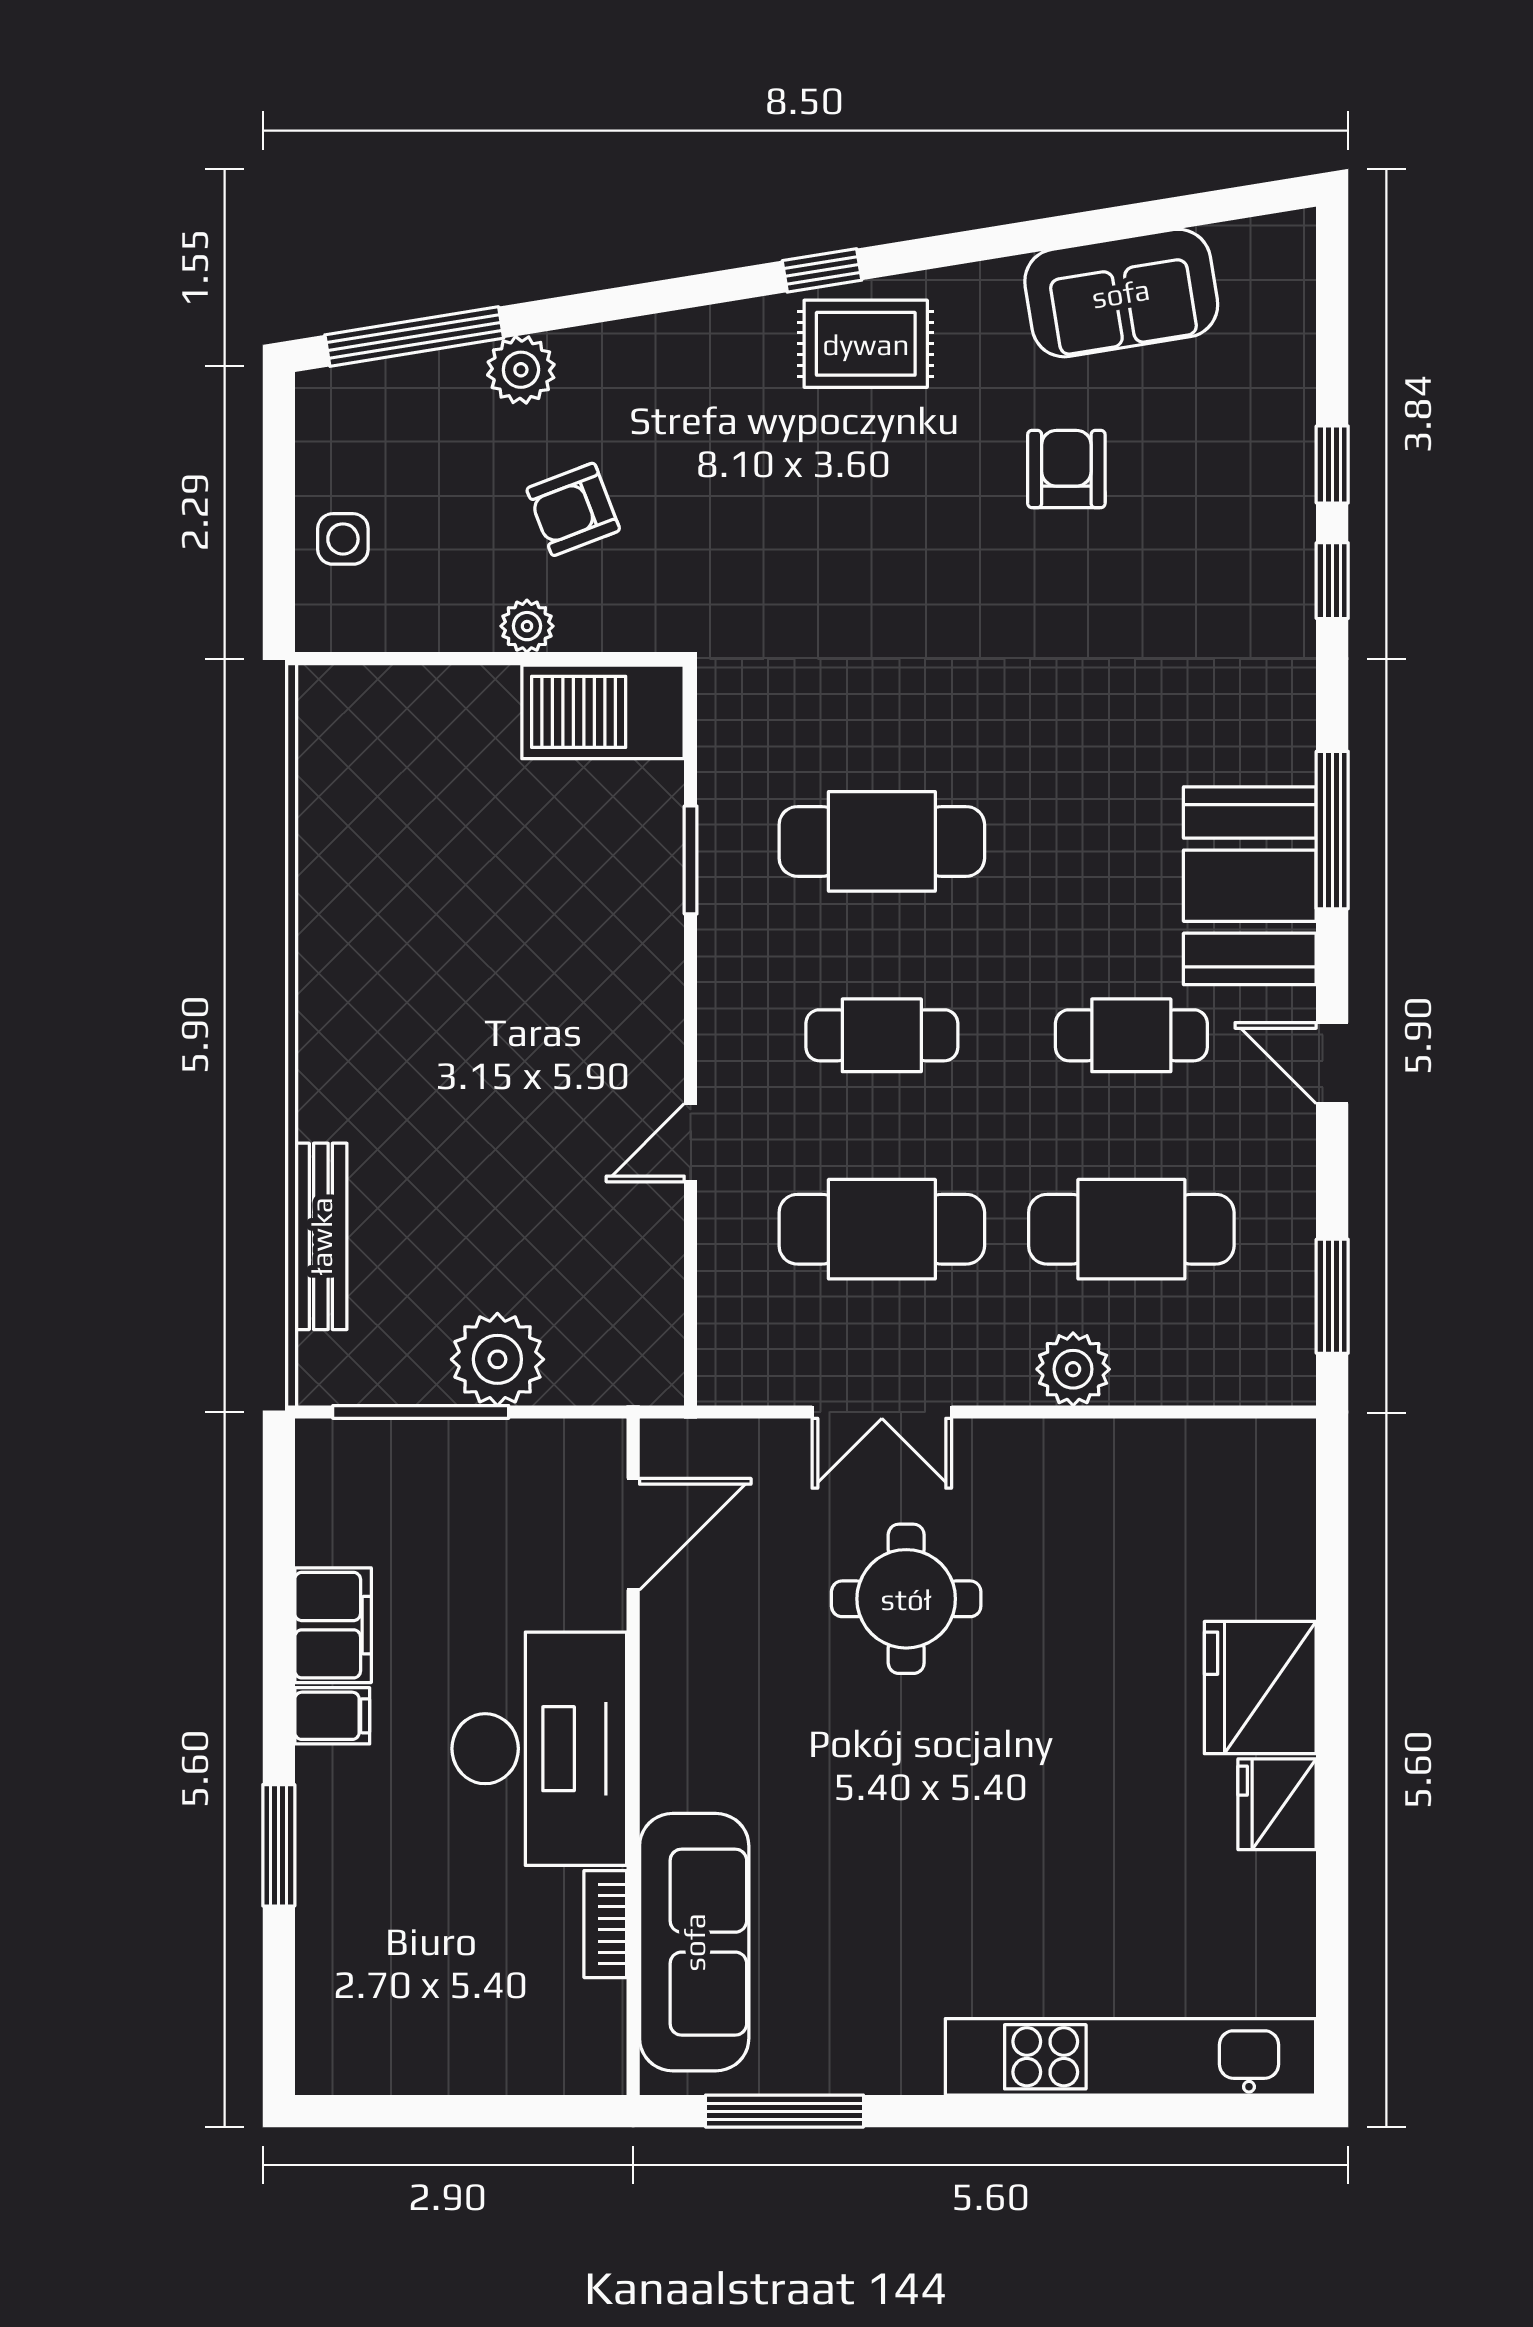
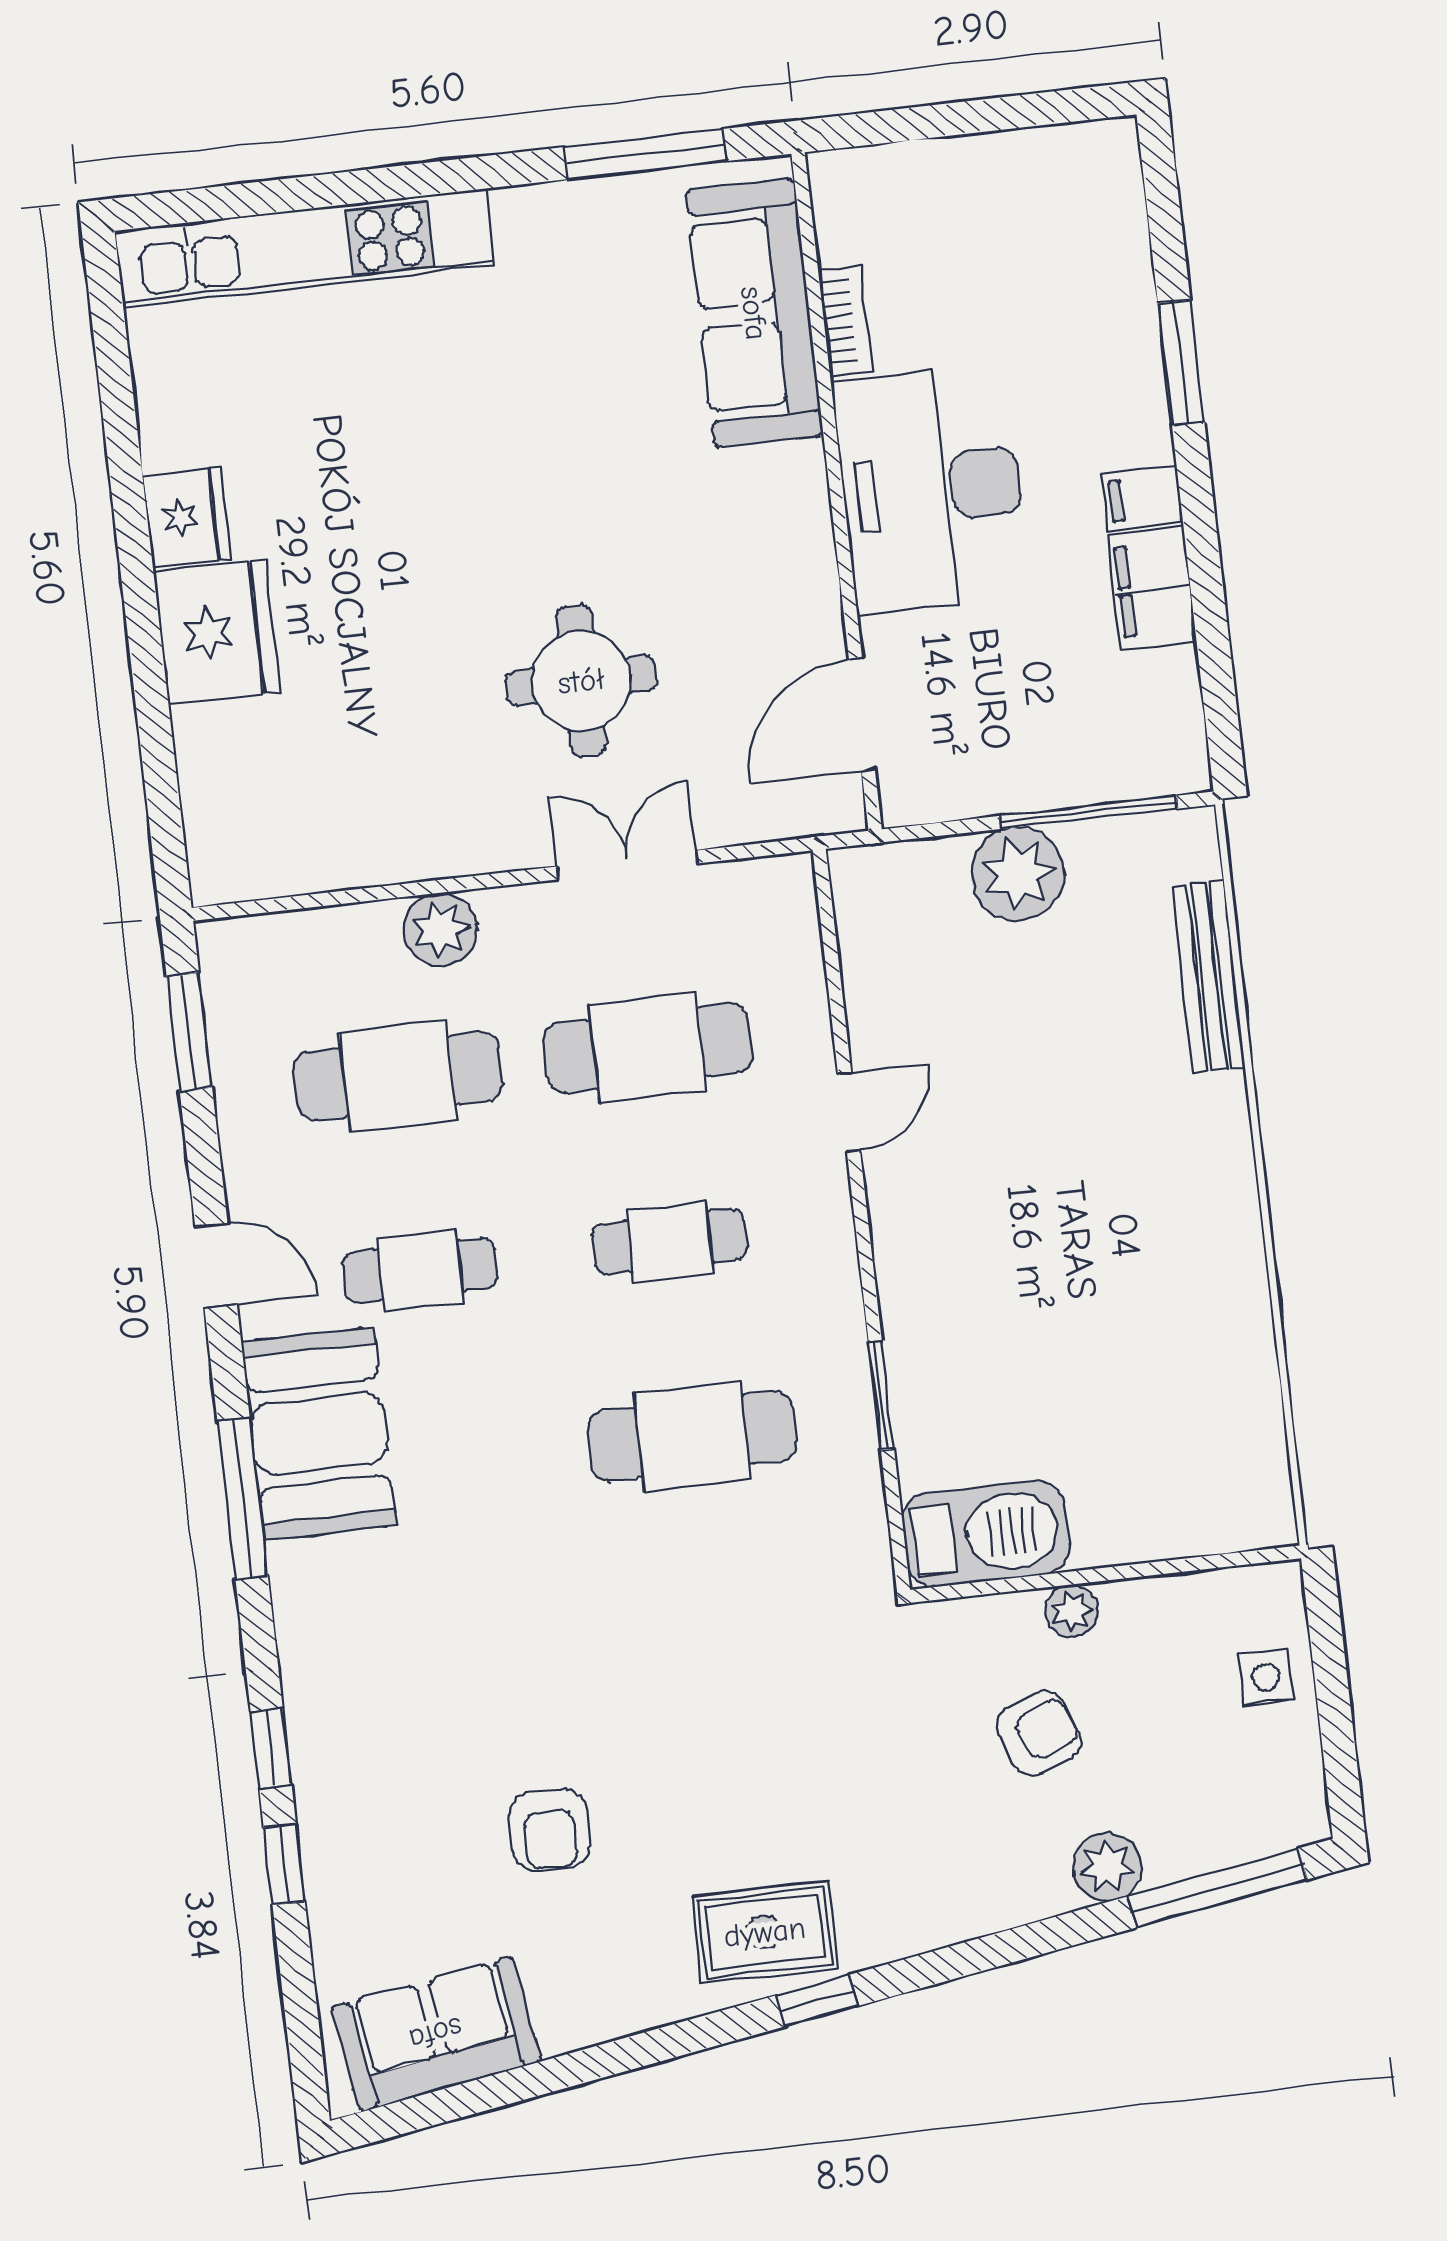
sofa: (1121, 293) -> (436, 2034), moved

